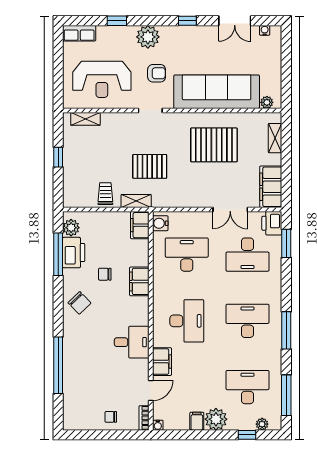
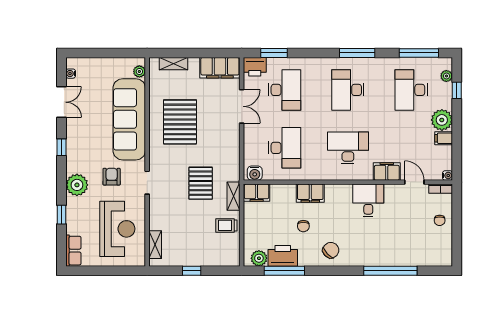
desk: (187, 255) -> (285, 148), turned 180

